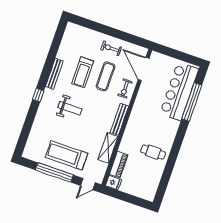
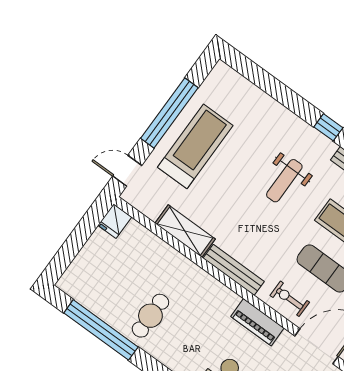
piano: (119, 164) -> (257, 322), moved
window: (167, 173) -> (101, 330), added
door: (88, 184) -> (127, 171), hinge flipped

